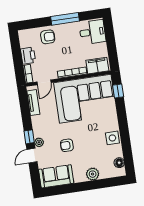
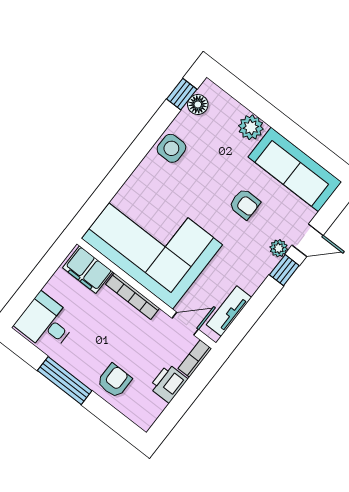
armchair: (48, 37) -> (114, 381), turned 90
window: (118, 91) -> (182, 94), moved
sofa: (56, 176) -> (295, 169), width x1.36

